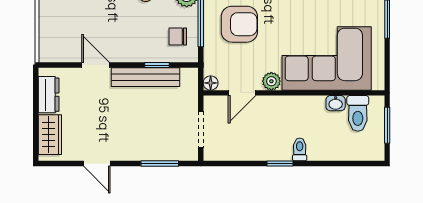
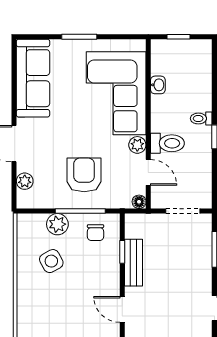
door: (96, 65) -> (122, 309), hinge flipped
bench: (146, 77) -> (134, 263), width x0.73
toilet: (358, 113) -> (167, 143), moved
window: (387, 125) -> (179, 37), width x0.67

